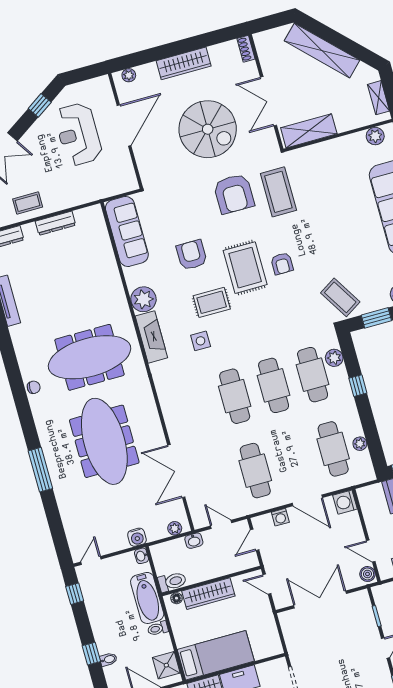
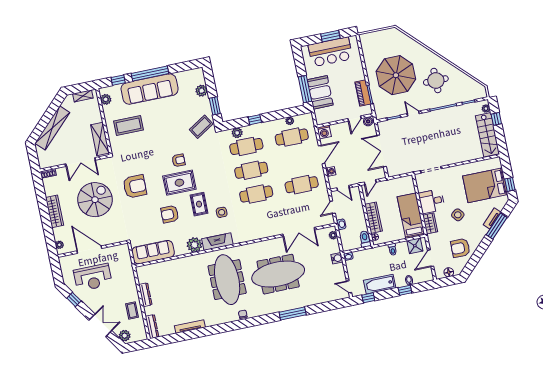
coffee table: (278, 192) -> (128, 125), moved
bathtub: (147, 598) -> (380, 284), moved, turned 180

